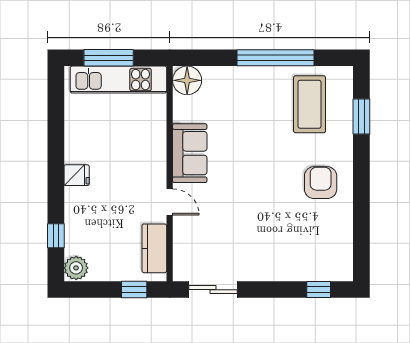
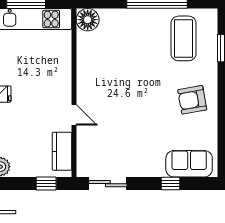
sofa: (190, 153) -> (189, 164), moved, turned -90
armchair: (321, 183) -> (192, 100), turned -100
window: (319, 290) -> (171, 184), moved

